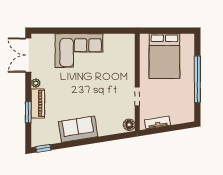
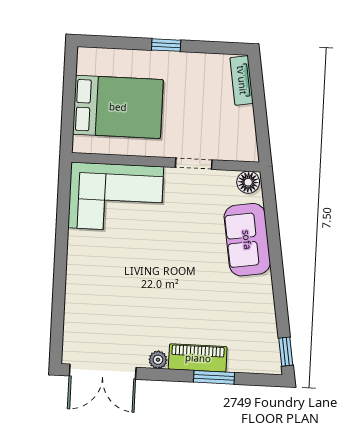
corner sofa: (79, 50) -> (116, 197), moved, turned 90
window: (197, 79) -> (166, 45), width x0.32
tv unit: (158, 123) -> (242, 80), moved
sofa: (78, 129) -> (247, 240), moved

